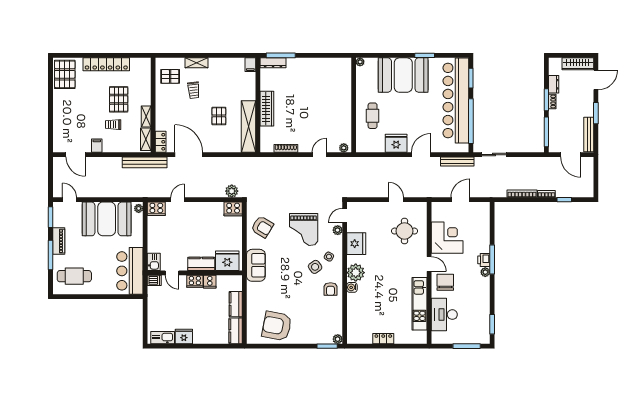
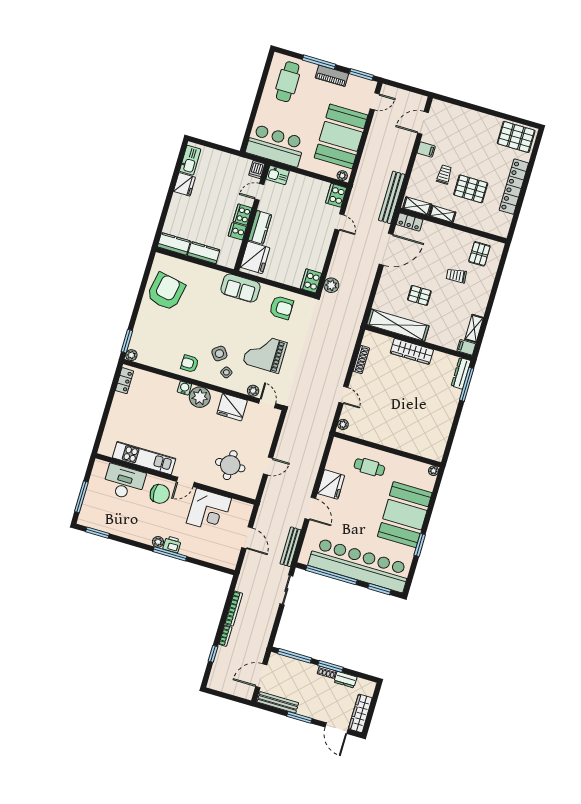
shelving: (196, 63) -> (474, 328), moved
armchair: (262, 227) -> (281, 308), turned -121
locker: (383, 339) -> (124, 381), moved

